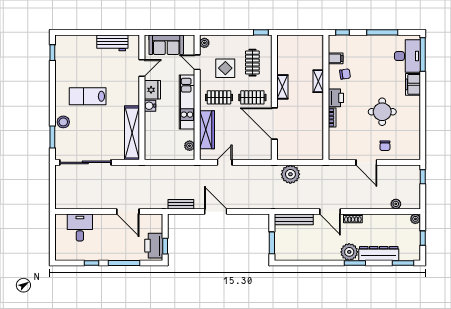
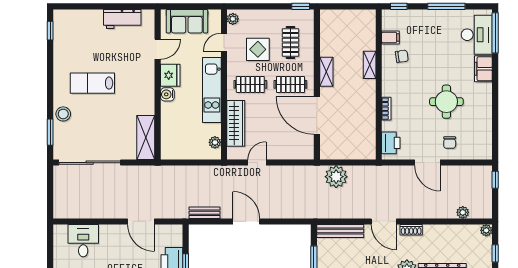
door: (197, 62) -> (224, 42), hinge flipped
printer: (336, 98) -> (391, 143), moved
shelving: (132, 133) -> (146, 137), width x0.68

